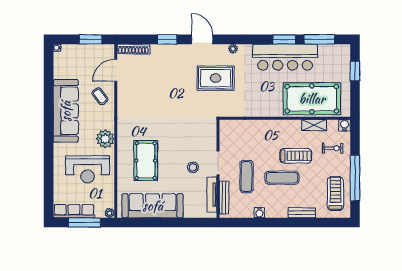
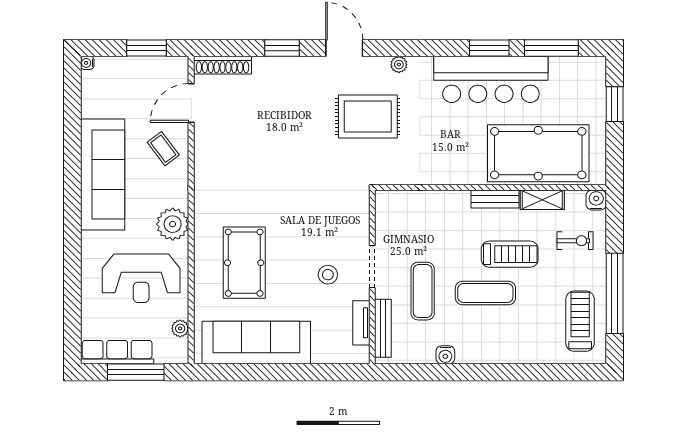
tv unit: (212, 195) -> (361, 323), width x0.71
plant: (110, 213) -> (180, 328), moved
bench: (302, 213) -> (495, 199), moved

